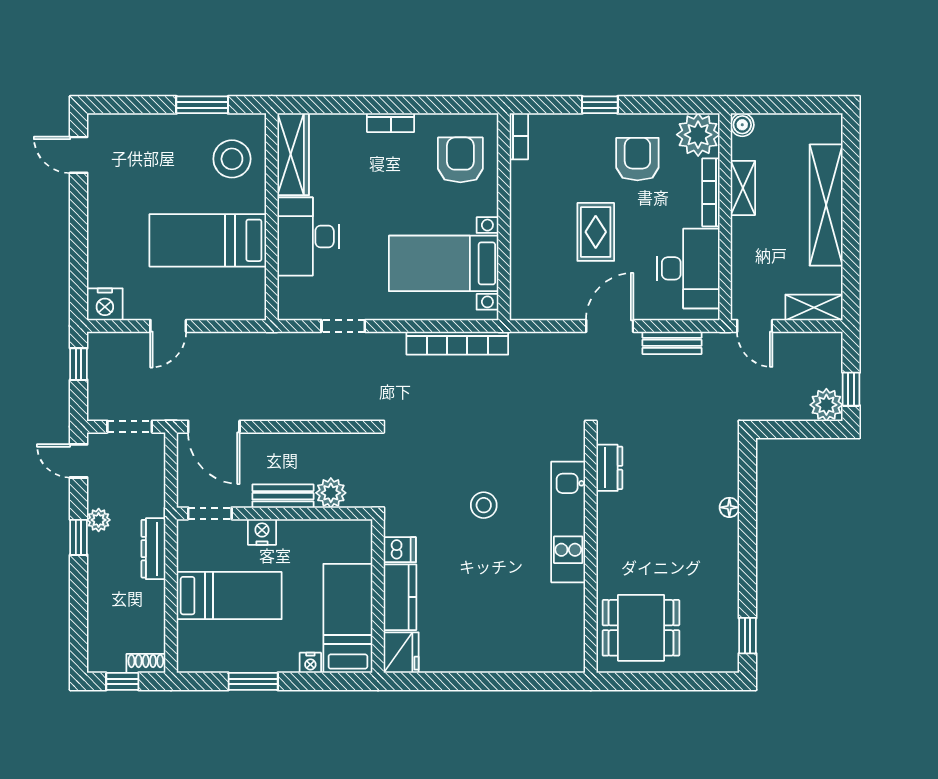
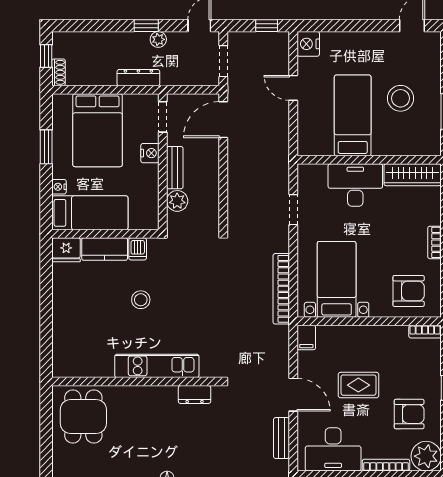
stool: (232, 159) -> (401, 98), moved
filing cabinet: (527, 307) -> (306, 337), added
stool: (484, 505) -> (141, 300), moved
bed: (229, 596) -> (98, 130), width x1.50

